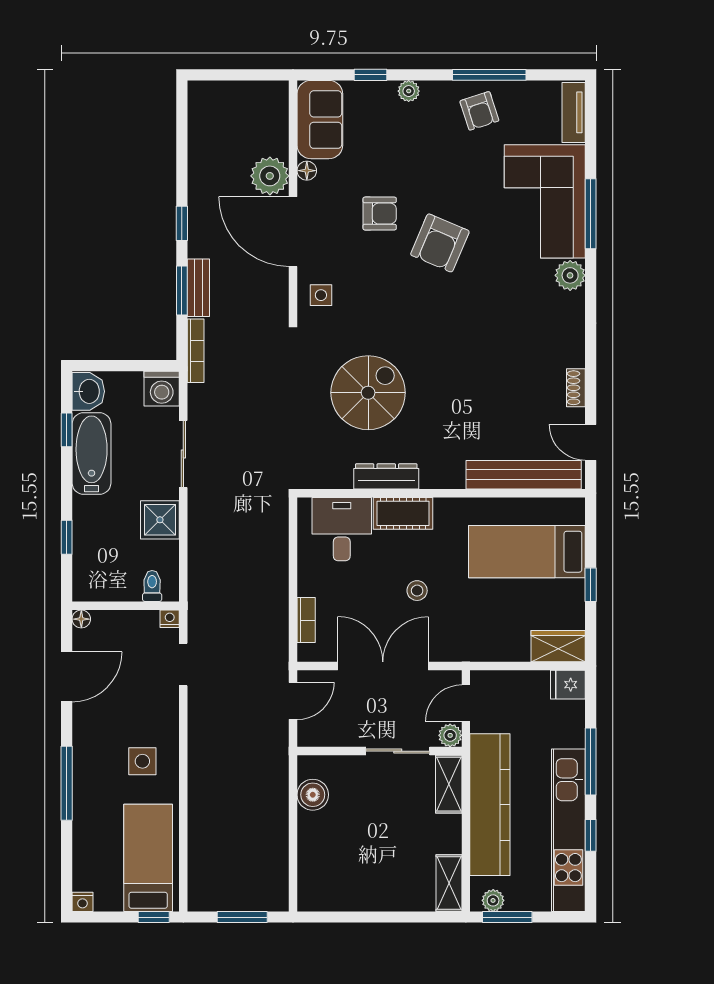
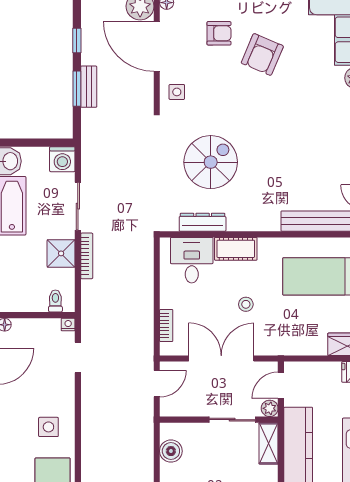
bookcase: (196, 351) -> (87, 256), moved
dresser: (386, 476) -> (203, 222), moved

